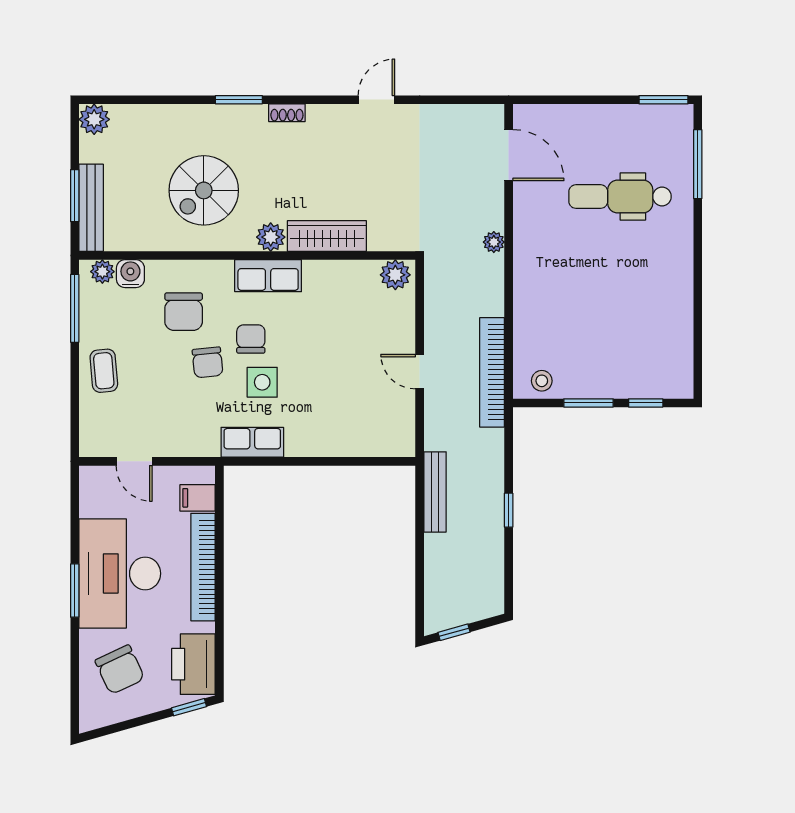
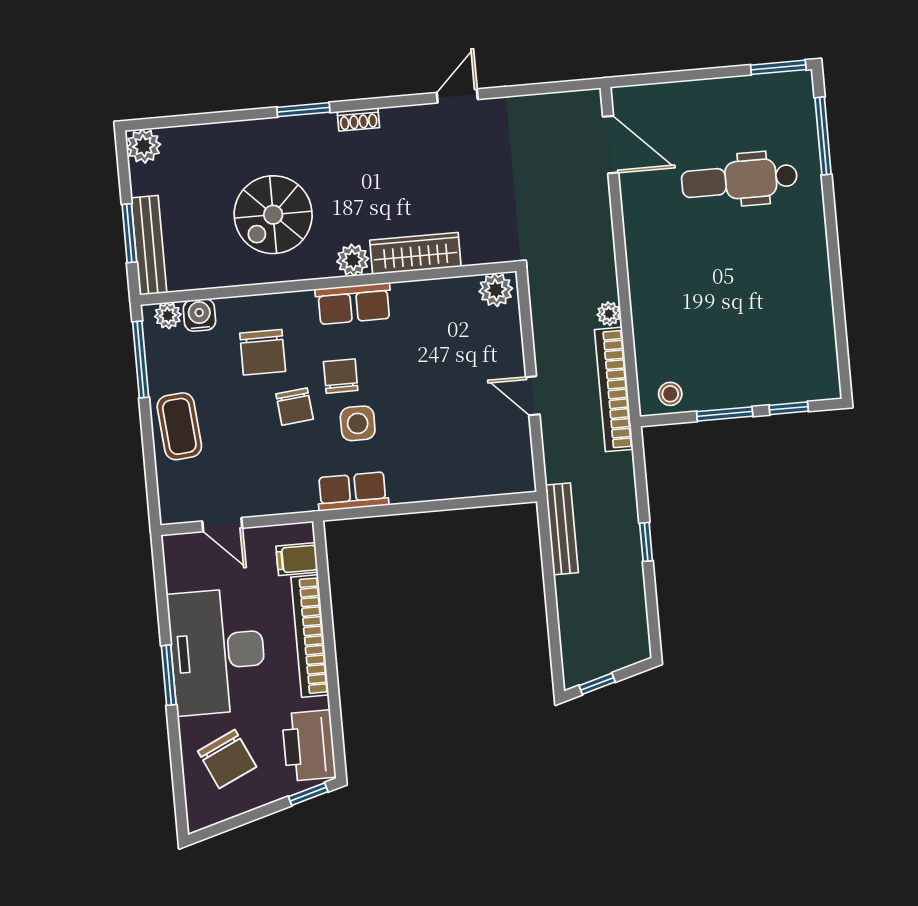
plant: (494, 242) -> (609, 314), moved
coffee table: (104, 371) -> (179, 426), width x1.36, depth x1.30

